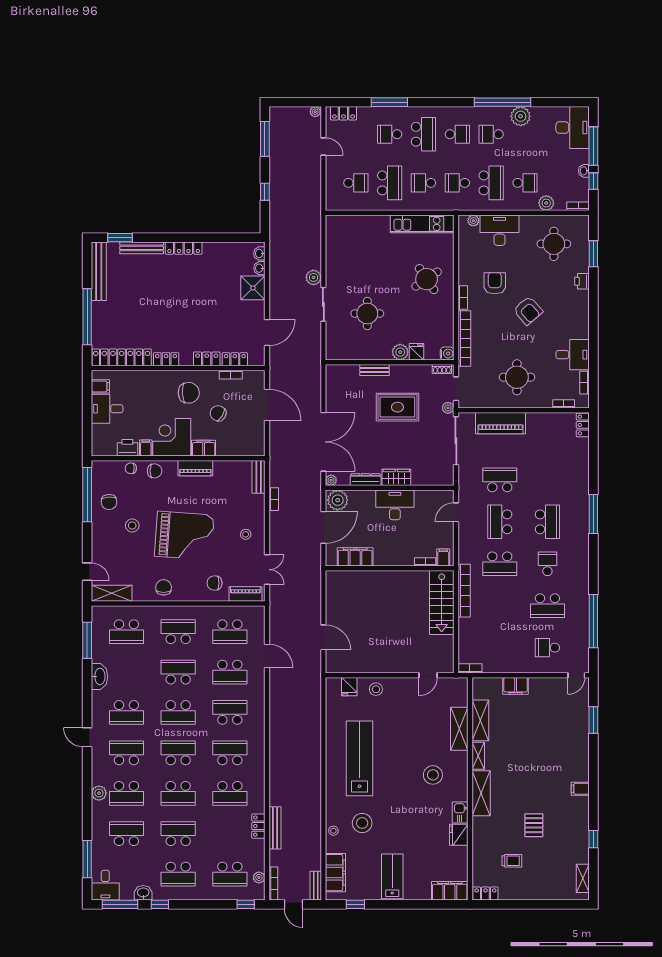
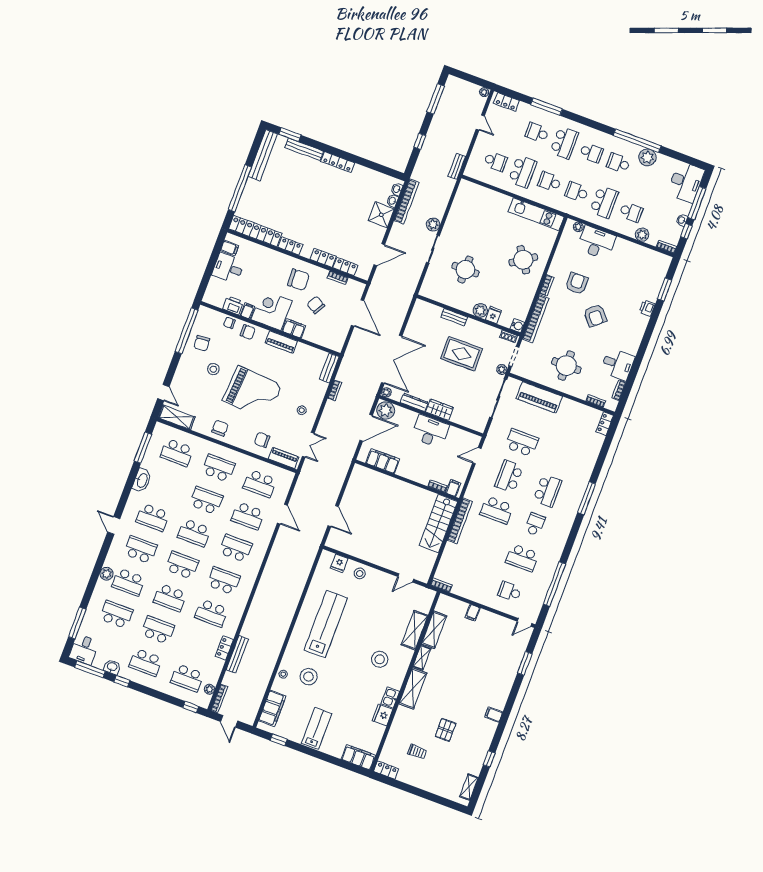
round table: (554, 244) -> (636, 270), removed
bookcase: (275, 263) -> (407, 202), added
filing cabinet: (516, 686) -> (473, 613), width x0.50
bench: (316, 886) -> (457, 167), moved

